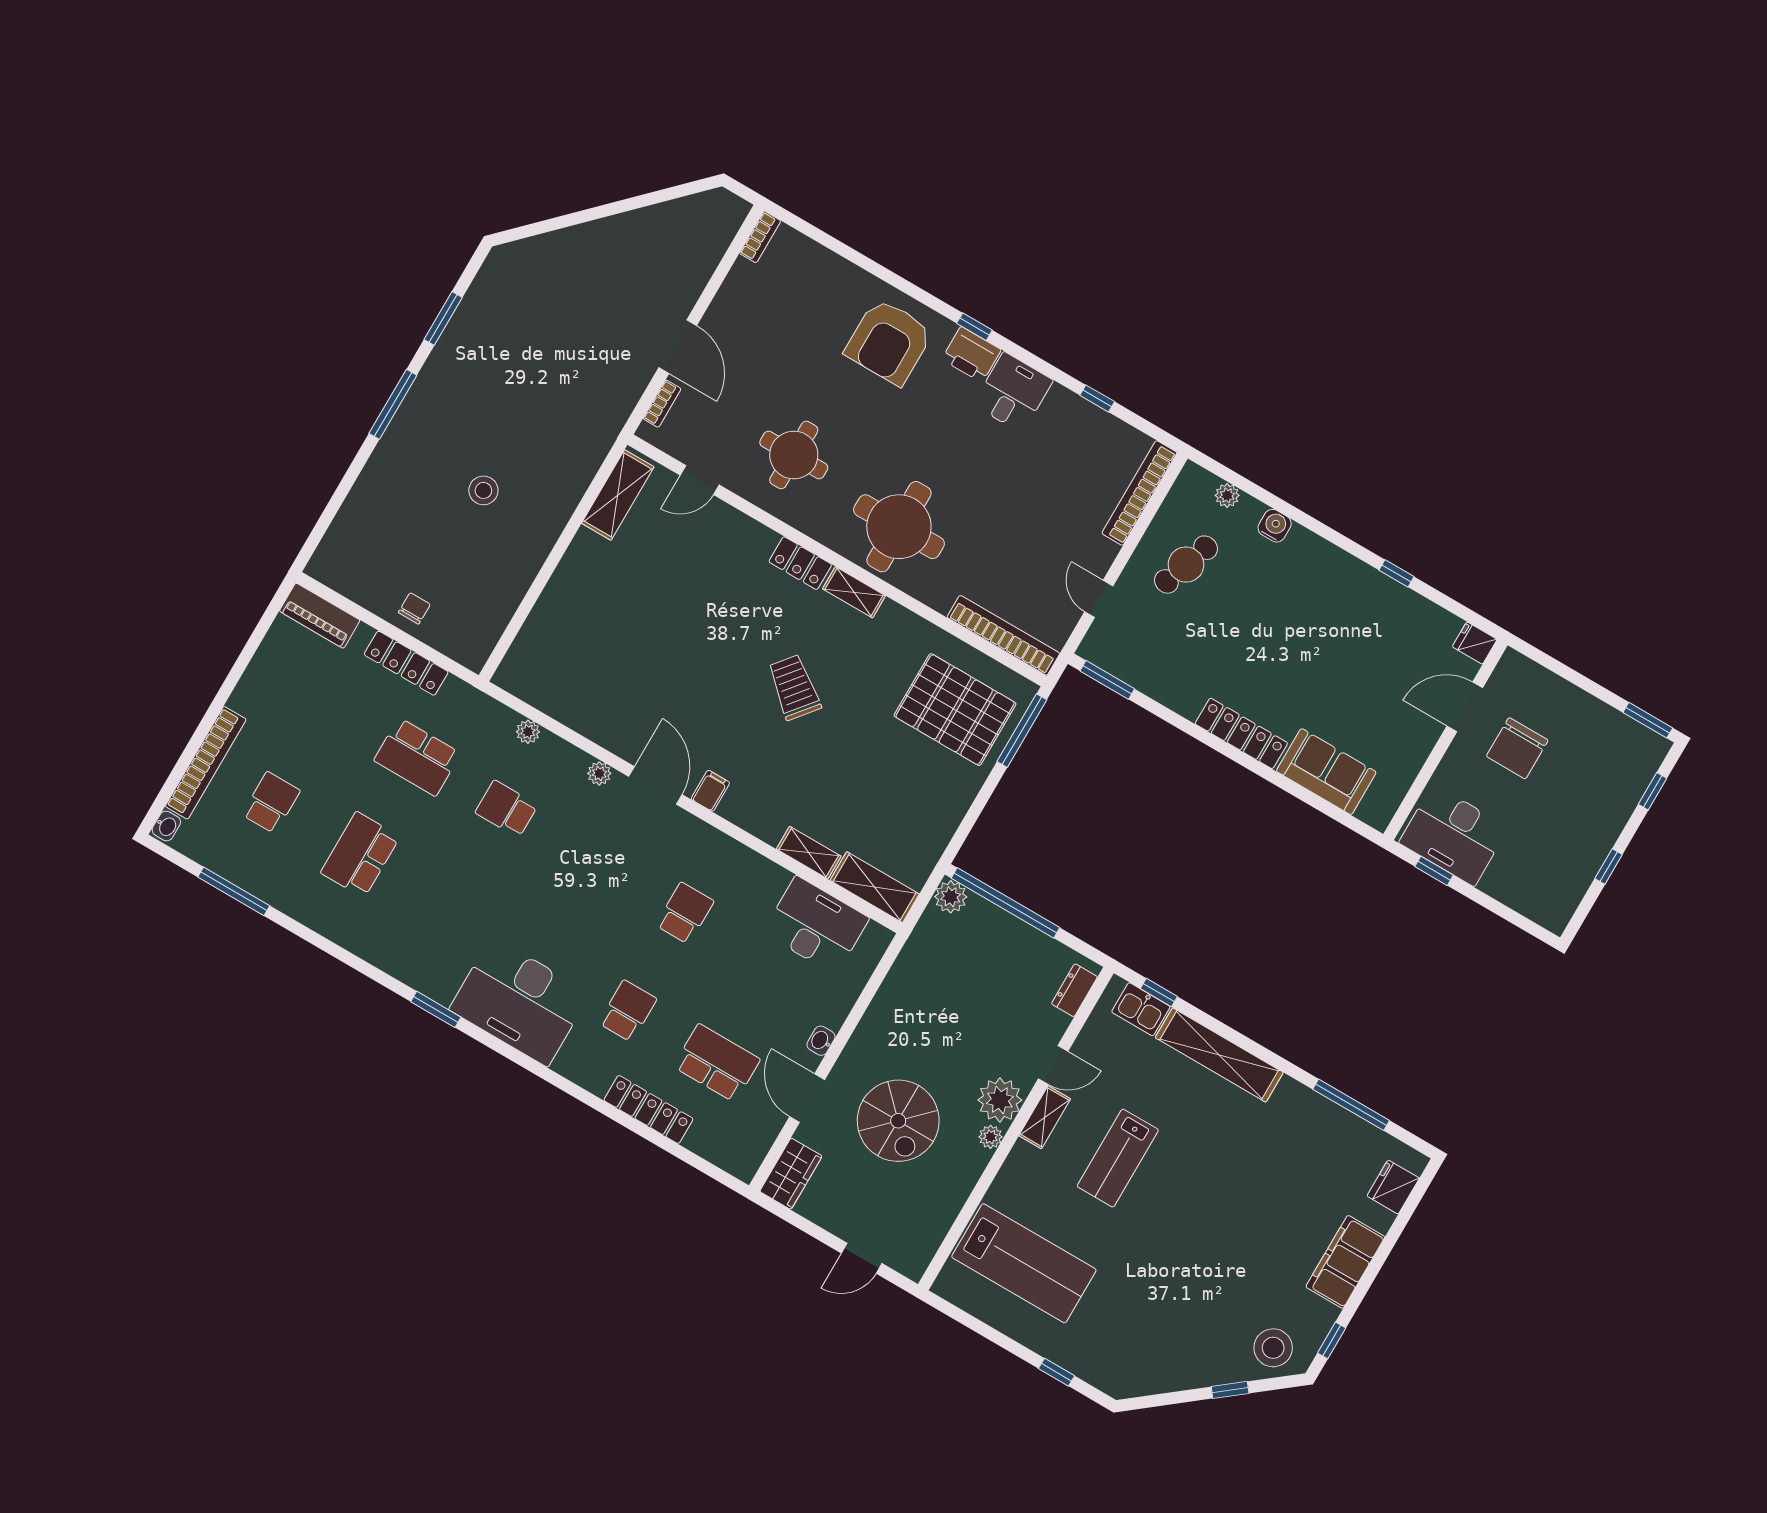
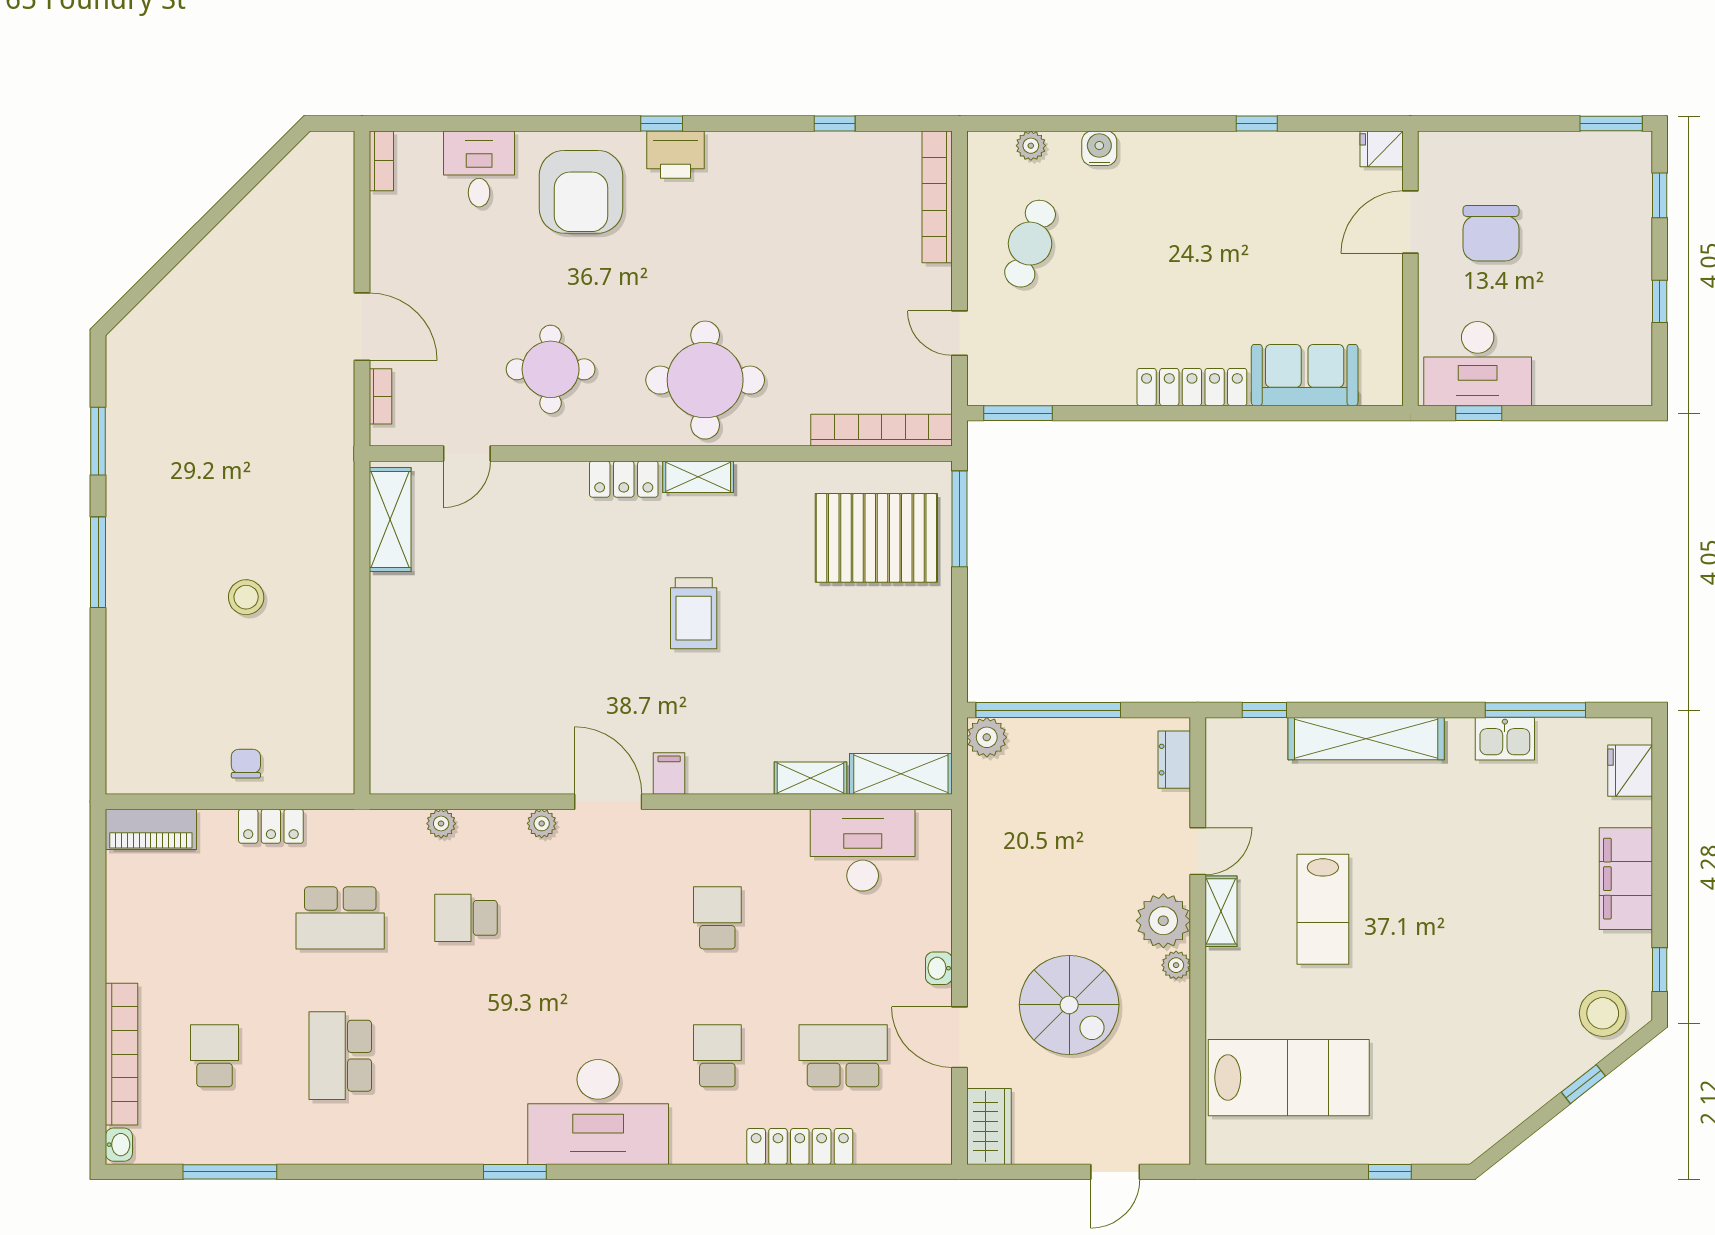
desk: (1013, 392) -> (479, 169), moved
locker: (406, 663) -> (271, 826), width x0.66
trolley: (794, 687) -> (694, 613), turned -129
kitchen sink: (1141, 1009) -> (1505, 739), moved

